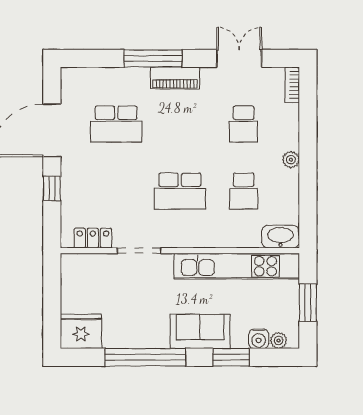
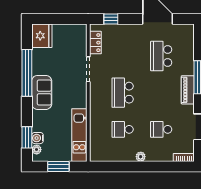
window: (52, 188) -> (111, 19), moved
washbasin: (280, 237) -> (96, 151), removed
kitchen unit: (237, 266) -> (79, 135), width x0.73
sofa: (200, 332) -> (42, 92), moved
window: (231, 357) -> (27, 137), moved

